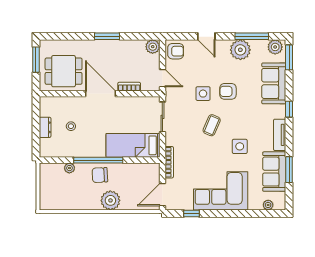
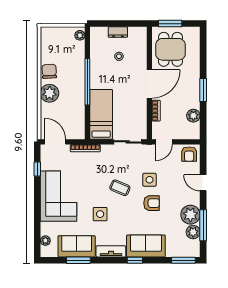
door: (206, 36) -> (203, 183), hinge flipped
plant: (153, 47) -> (193, 116), moved
plant: (275, 47) -> (193, 232), moved
window: (36, 60) -> (170, 24), moved
sofa: (274, 83) -> (146, 246), moved
armchair: (228, 91) -> (152, 203), turned 90
plant: (69, 168) -> (80, 35), moved
chair: (100, 175) -> (49, 71), moved

